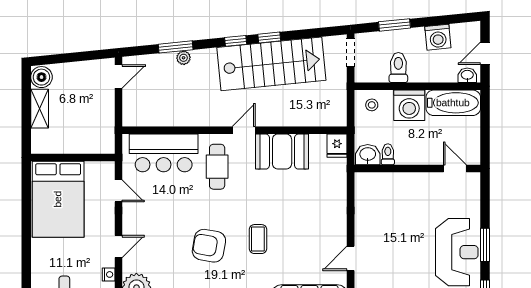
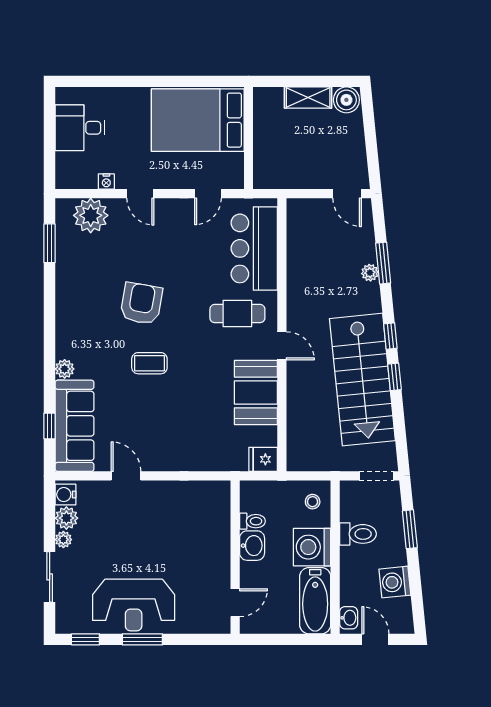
washbasin: (368, 155) -> (252, 546), moved

